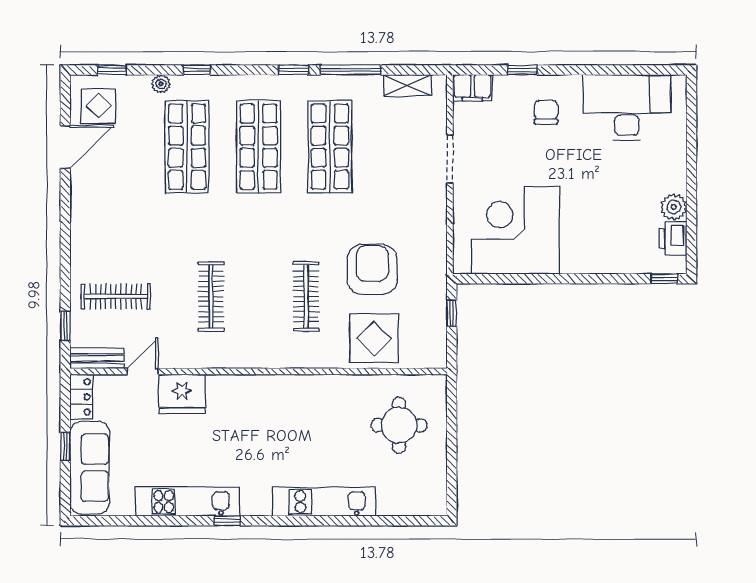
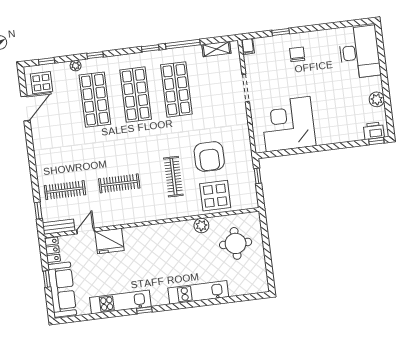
filing cabinet: (472, 88) -> (248, 46), width x0.50
desk: (627, 107) -> (359, 52), moved, turned 90
printer: (673, 239) -> (374, 131), moved, turned 90
armchair: (372, 270) -> (209, 157), turned 180
clothes rail: (211, 297) -> (119, 183), turned 90
plant: (344, 387) -> (201, 226), added

